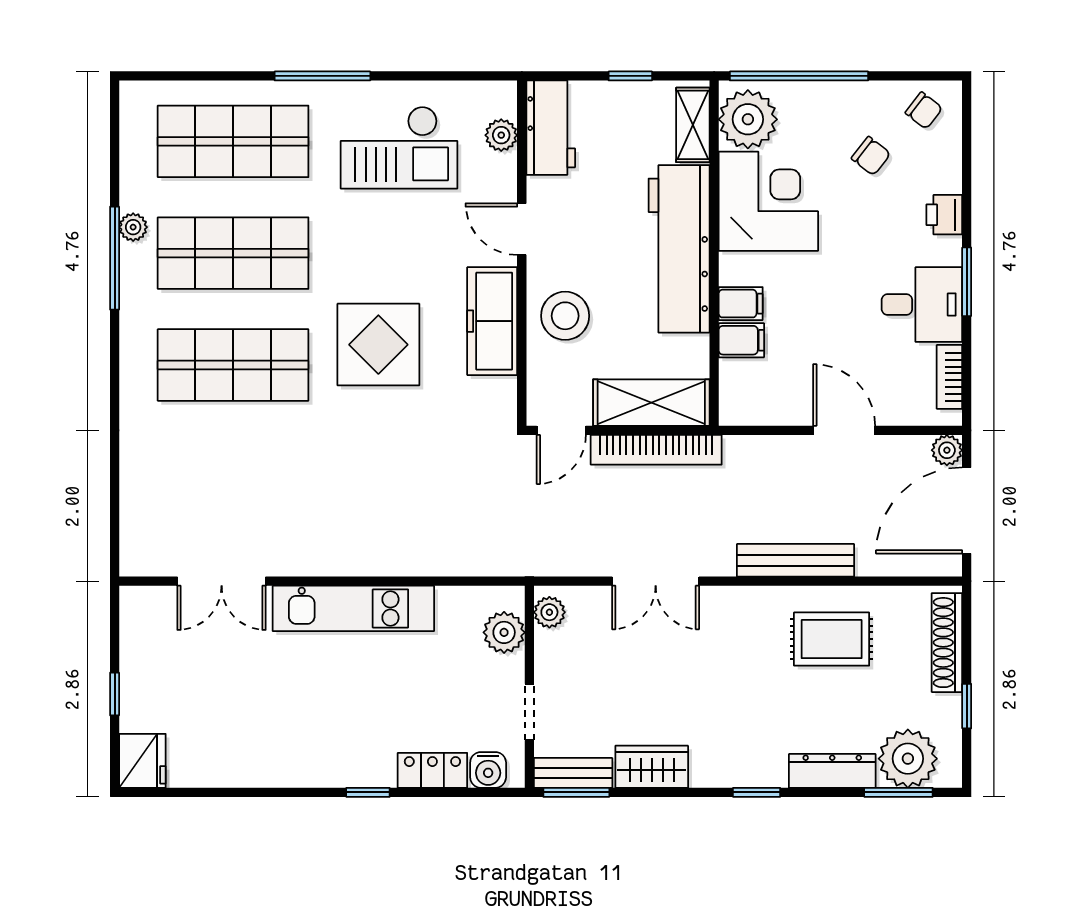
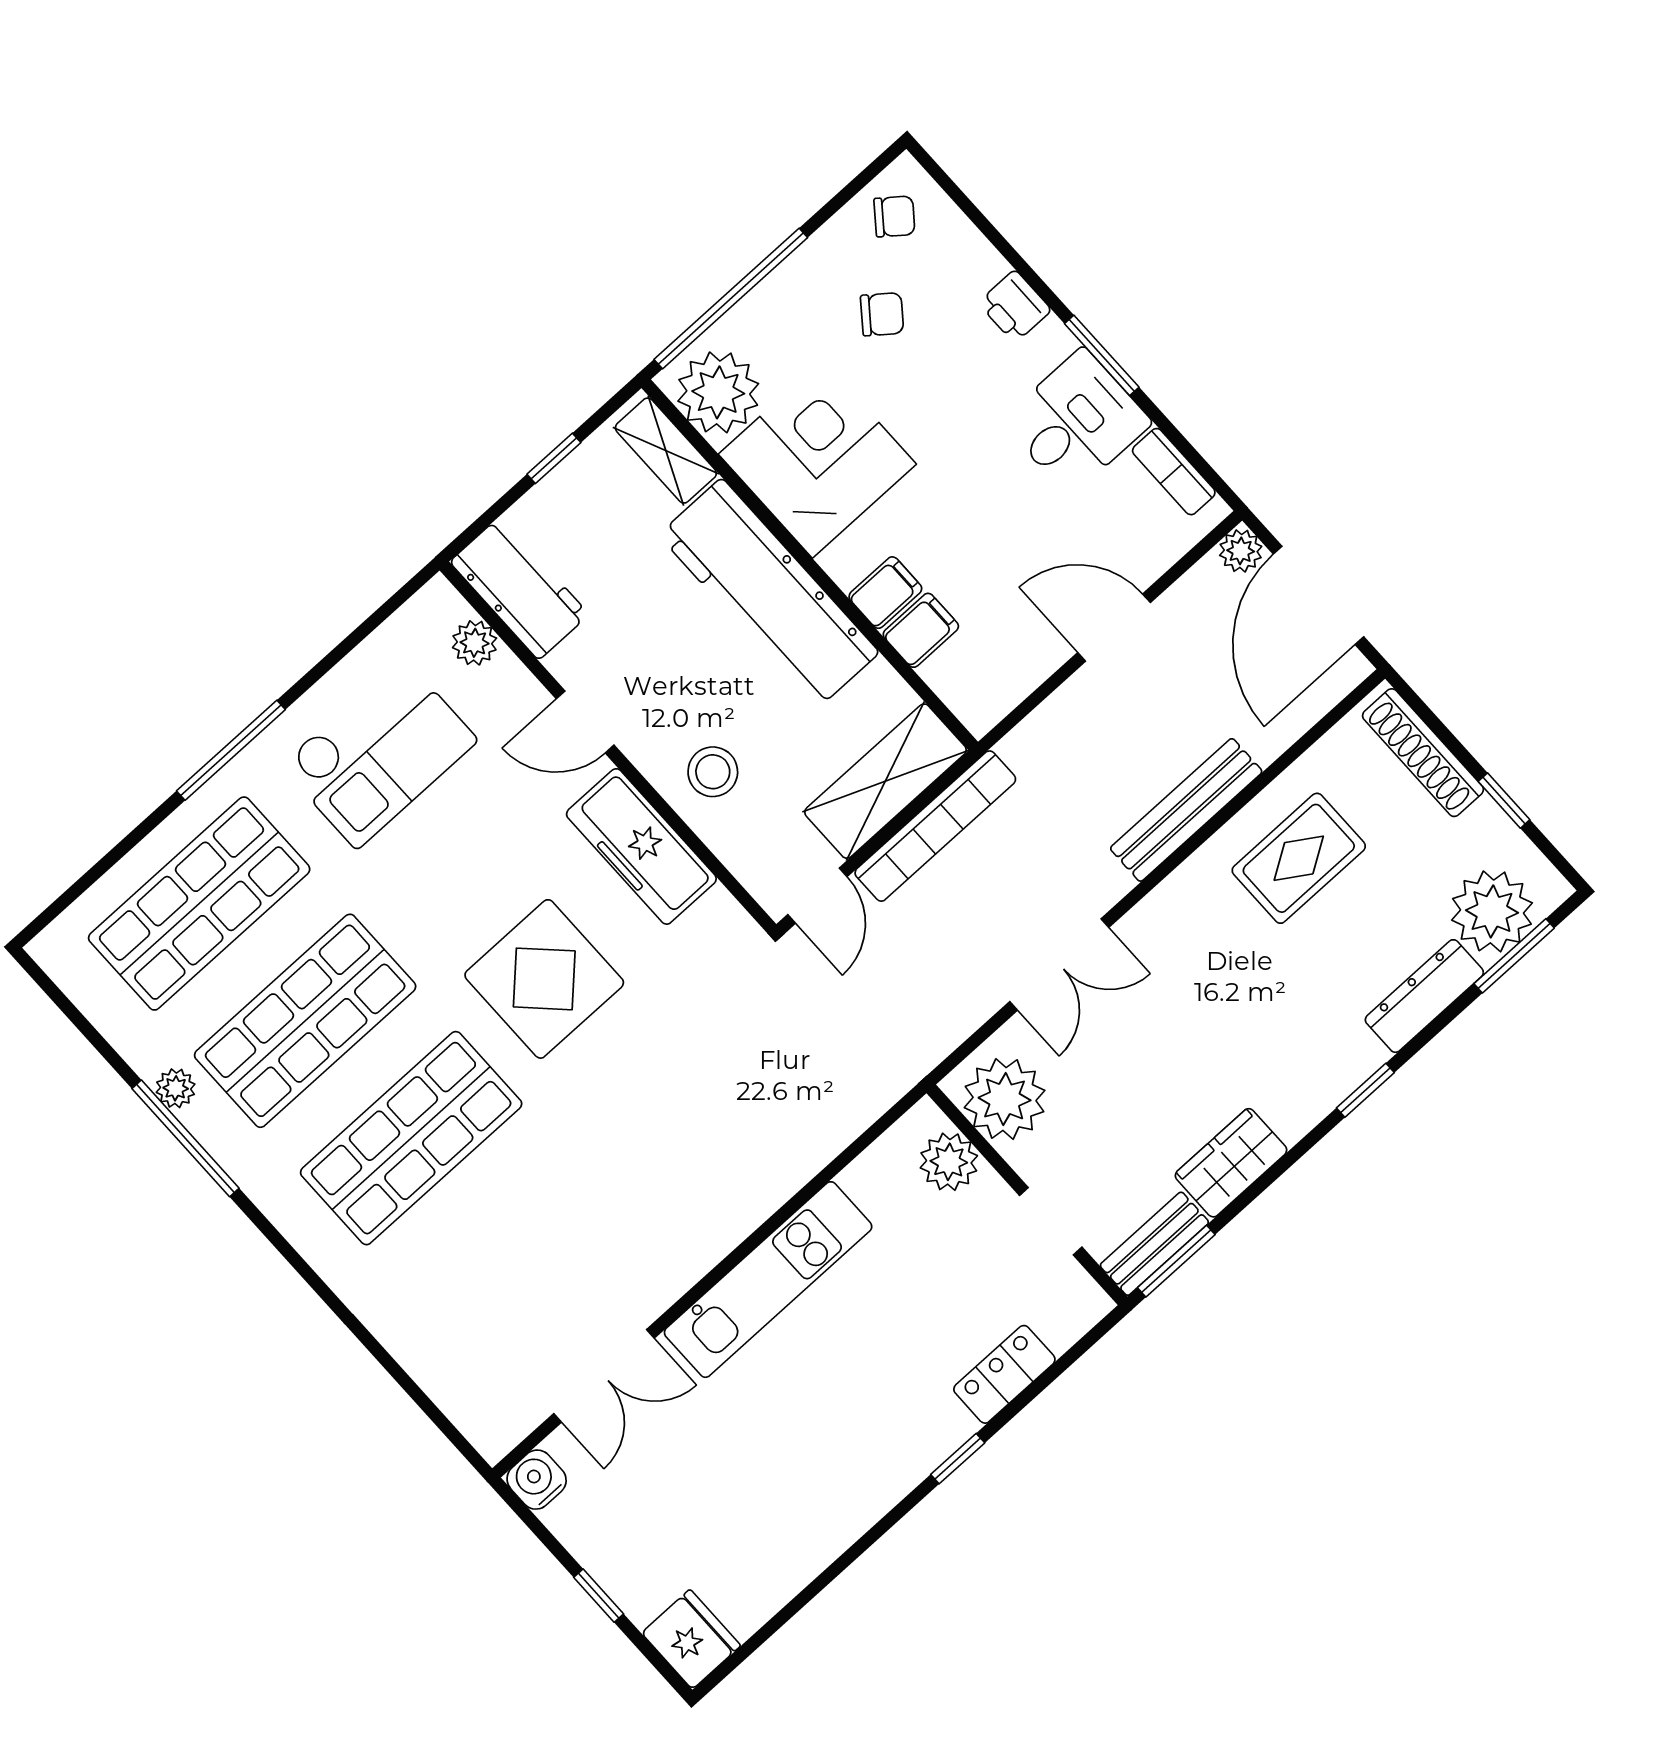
stool: (565, 316) -> (713, 772), width x0.73, depth x0.73
plant: (549, 612) -> (1005, 1099), width x1.88, depth x1.88
water cooler: (488, 770) -> (537, 1480), moved, turned 180

